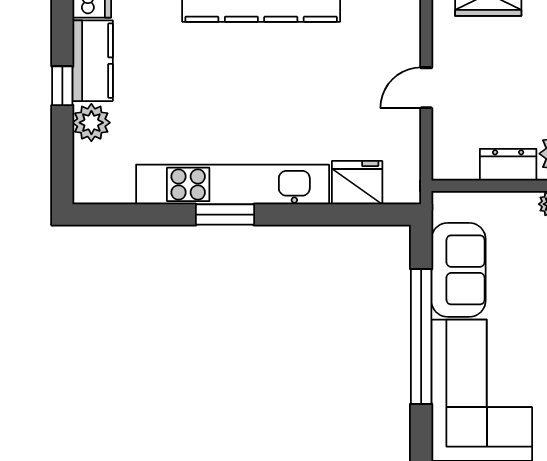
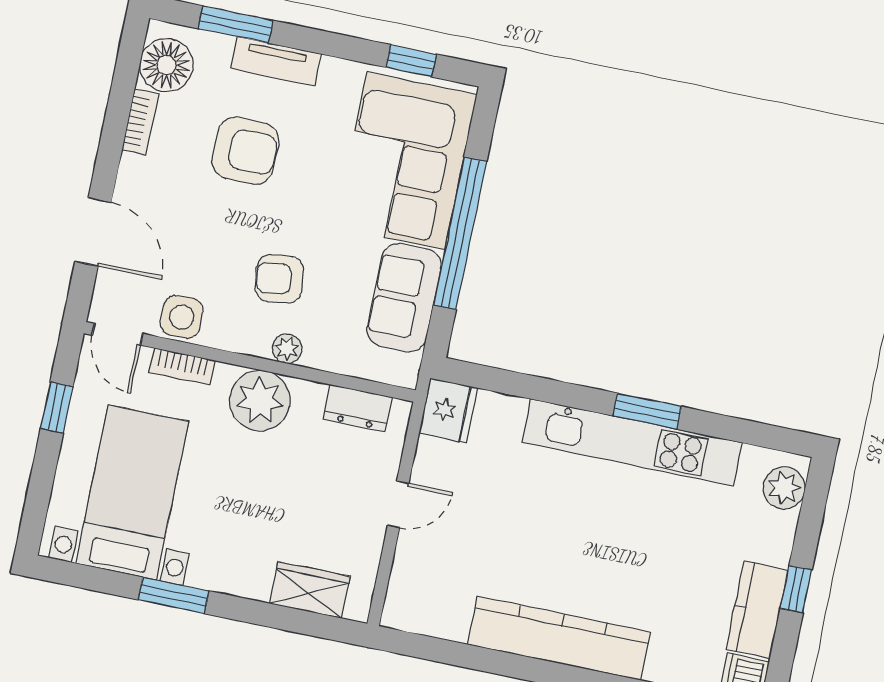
plant: (91, 123) -> (784, 488), moved
dresser: (508, 165) -> (357, 408), moved
fridge: (357, 183) -> (448, 410), moved, turned -90

